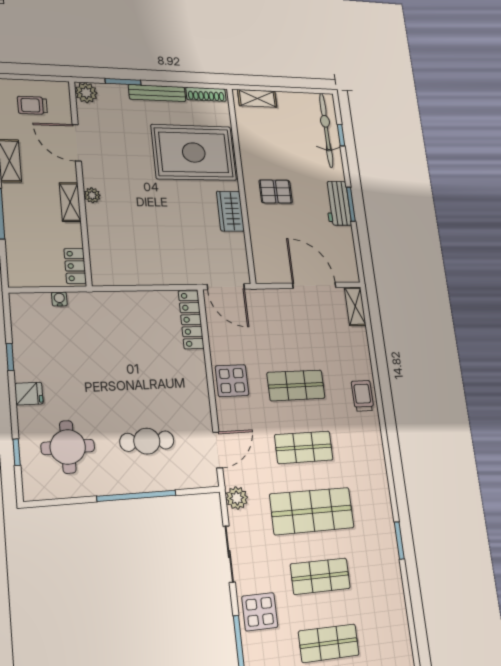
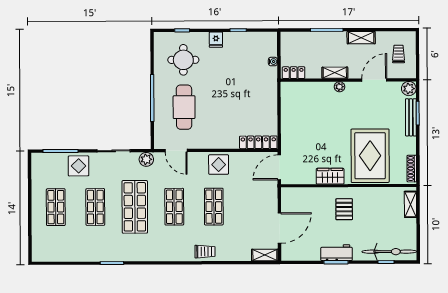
bench: (157, 93) -> (411, 117), moved
cafe table: (147, 441) -> (184, 107), width x1.37, depth x1.35

